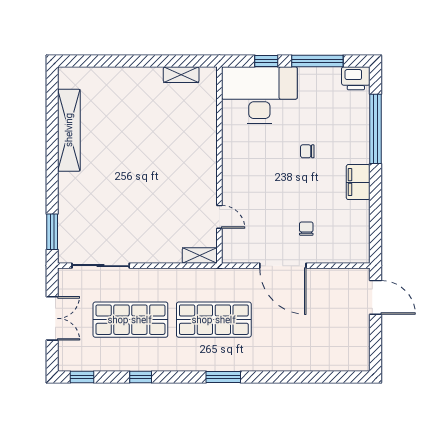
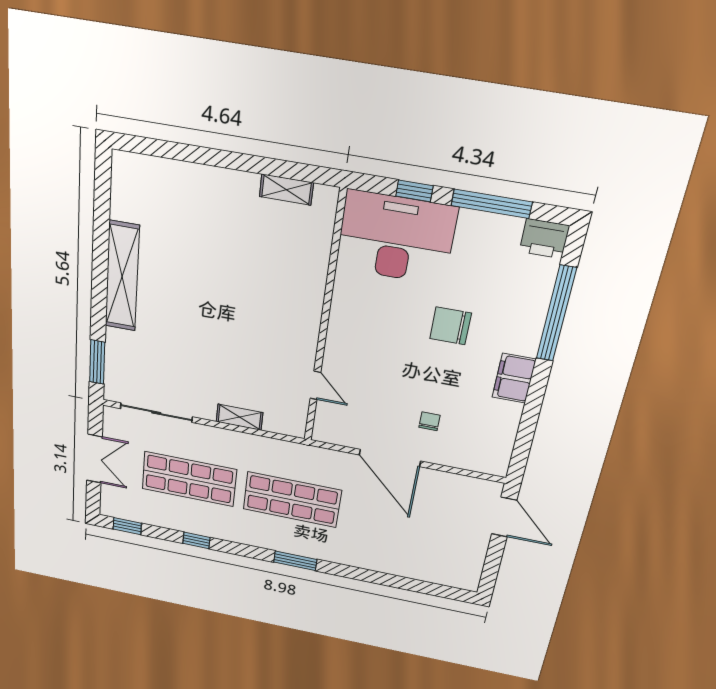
shelving: (69, 130) -> (122, 276), moved
chair: (307, 151) -> (451, 326), width x1.87, depth x1.87
shelving: (200, 256) -> (240, 417), moved

